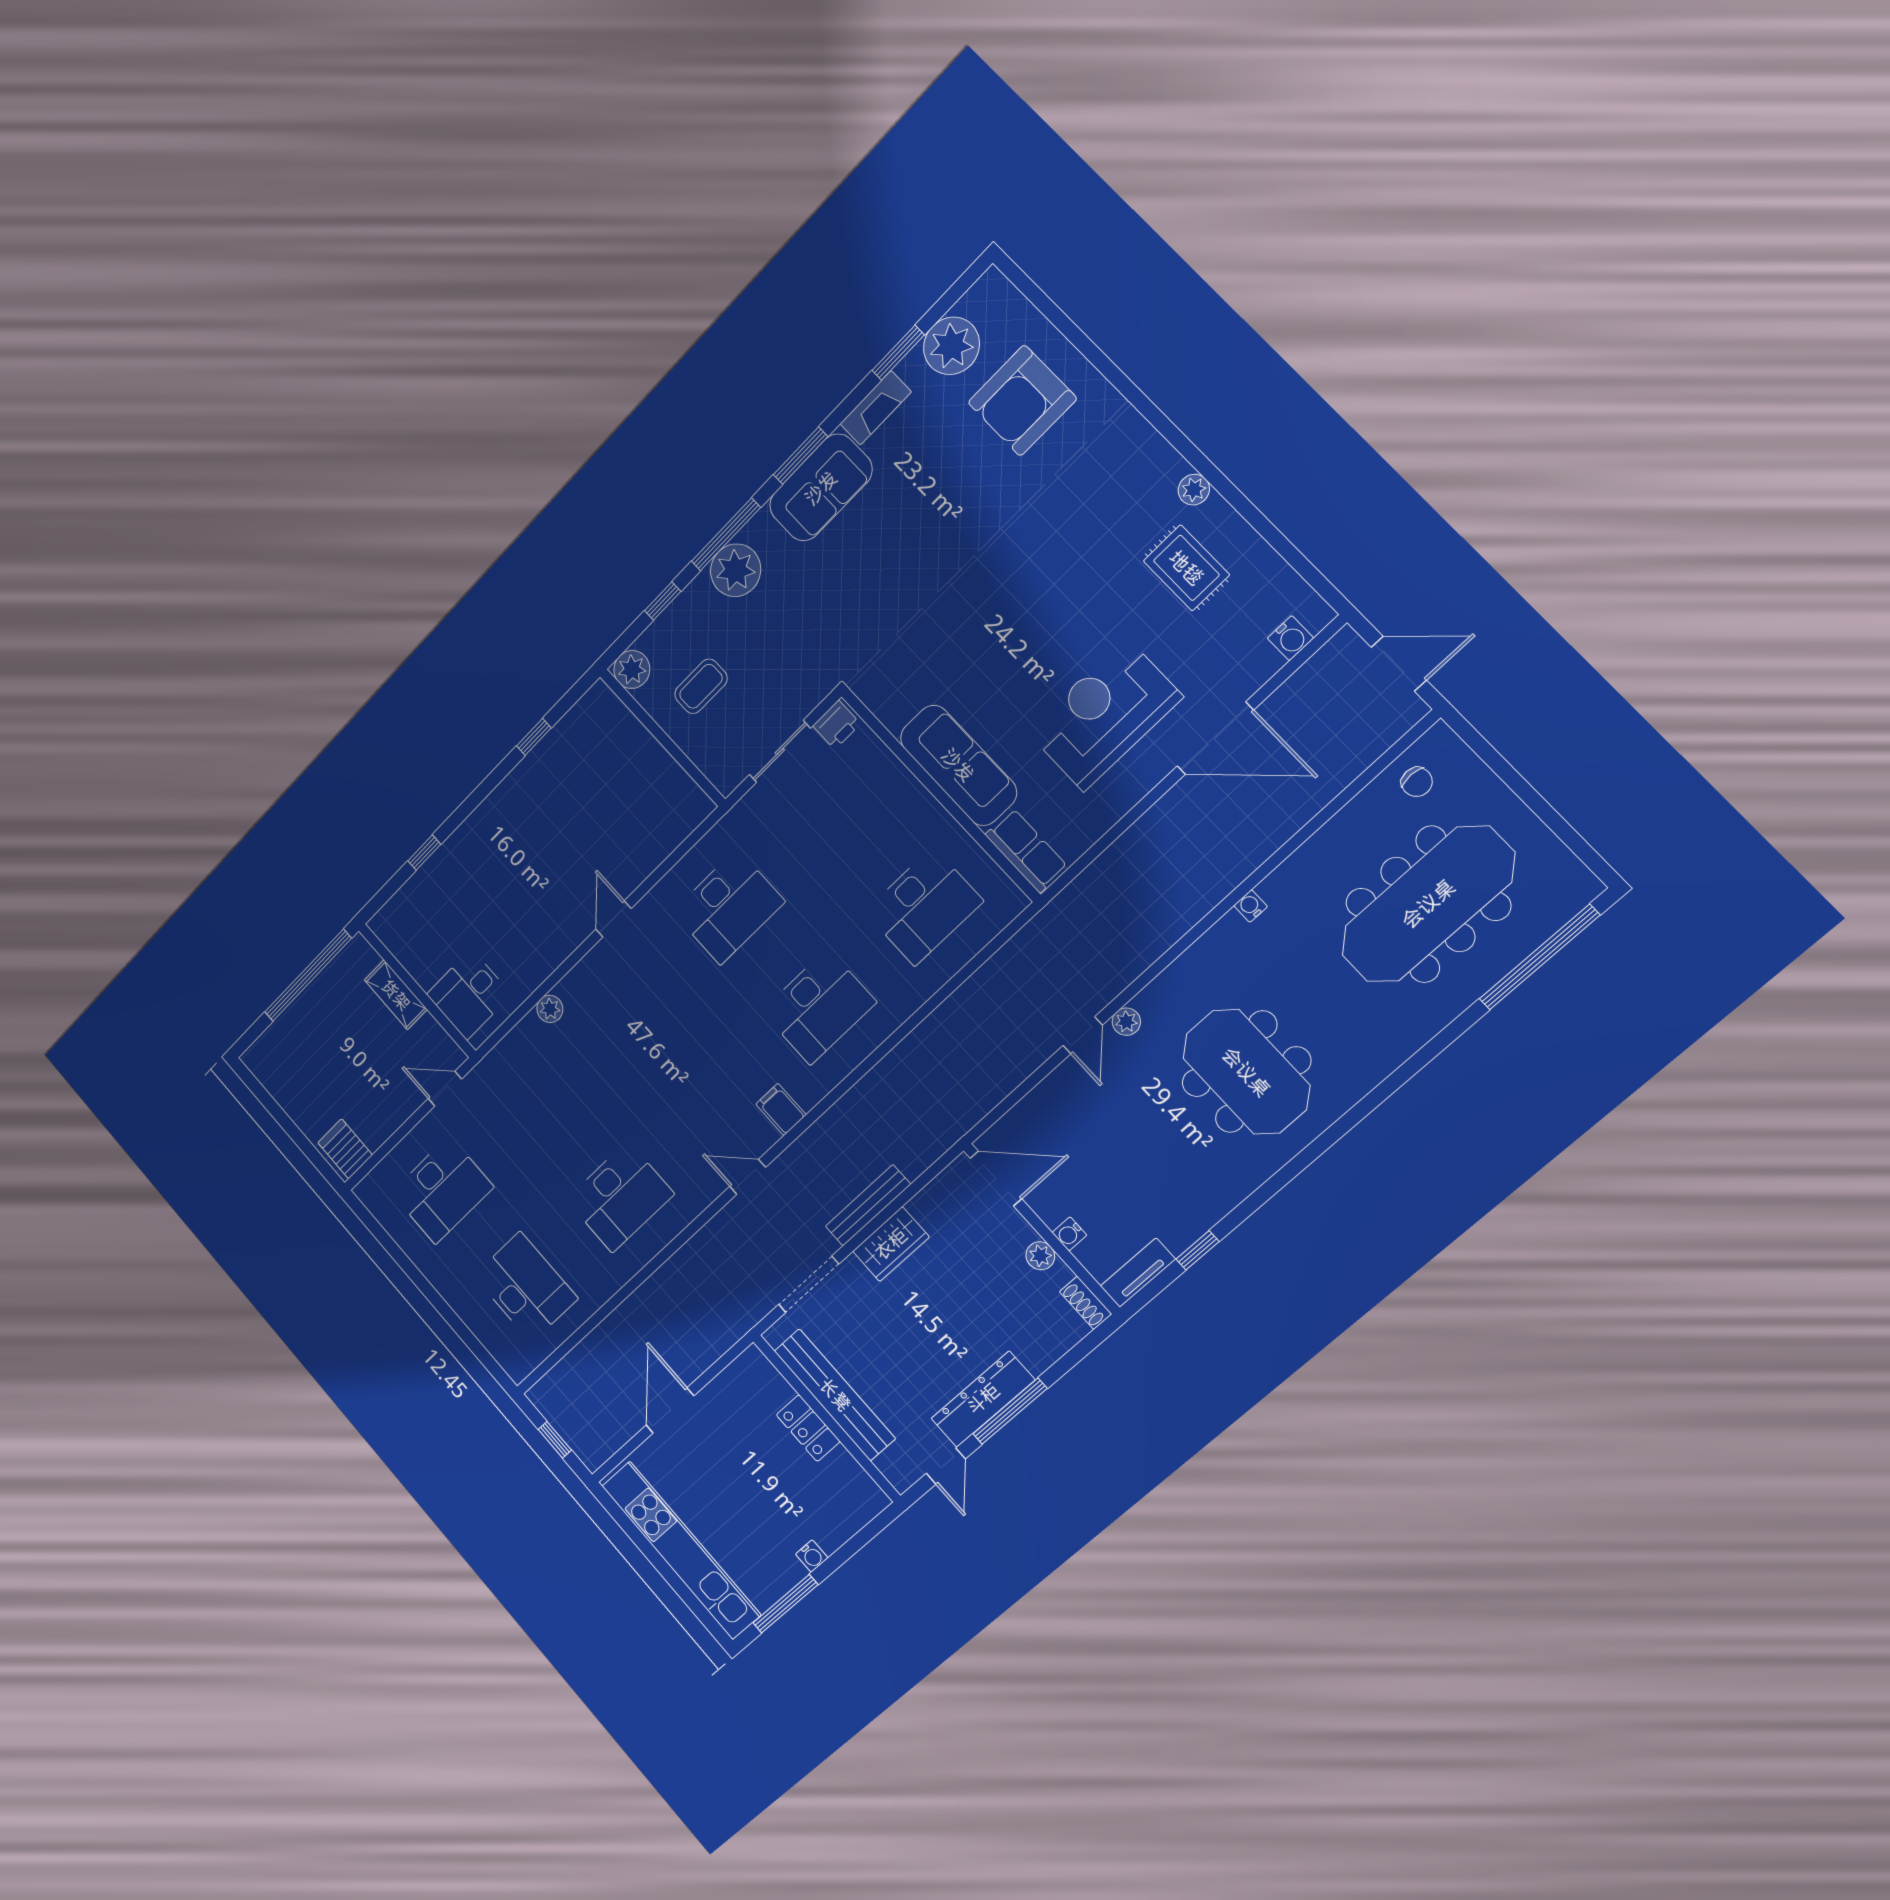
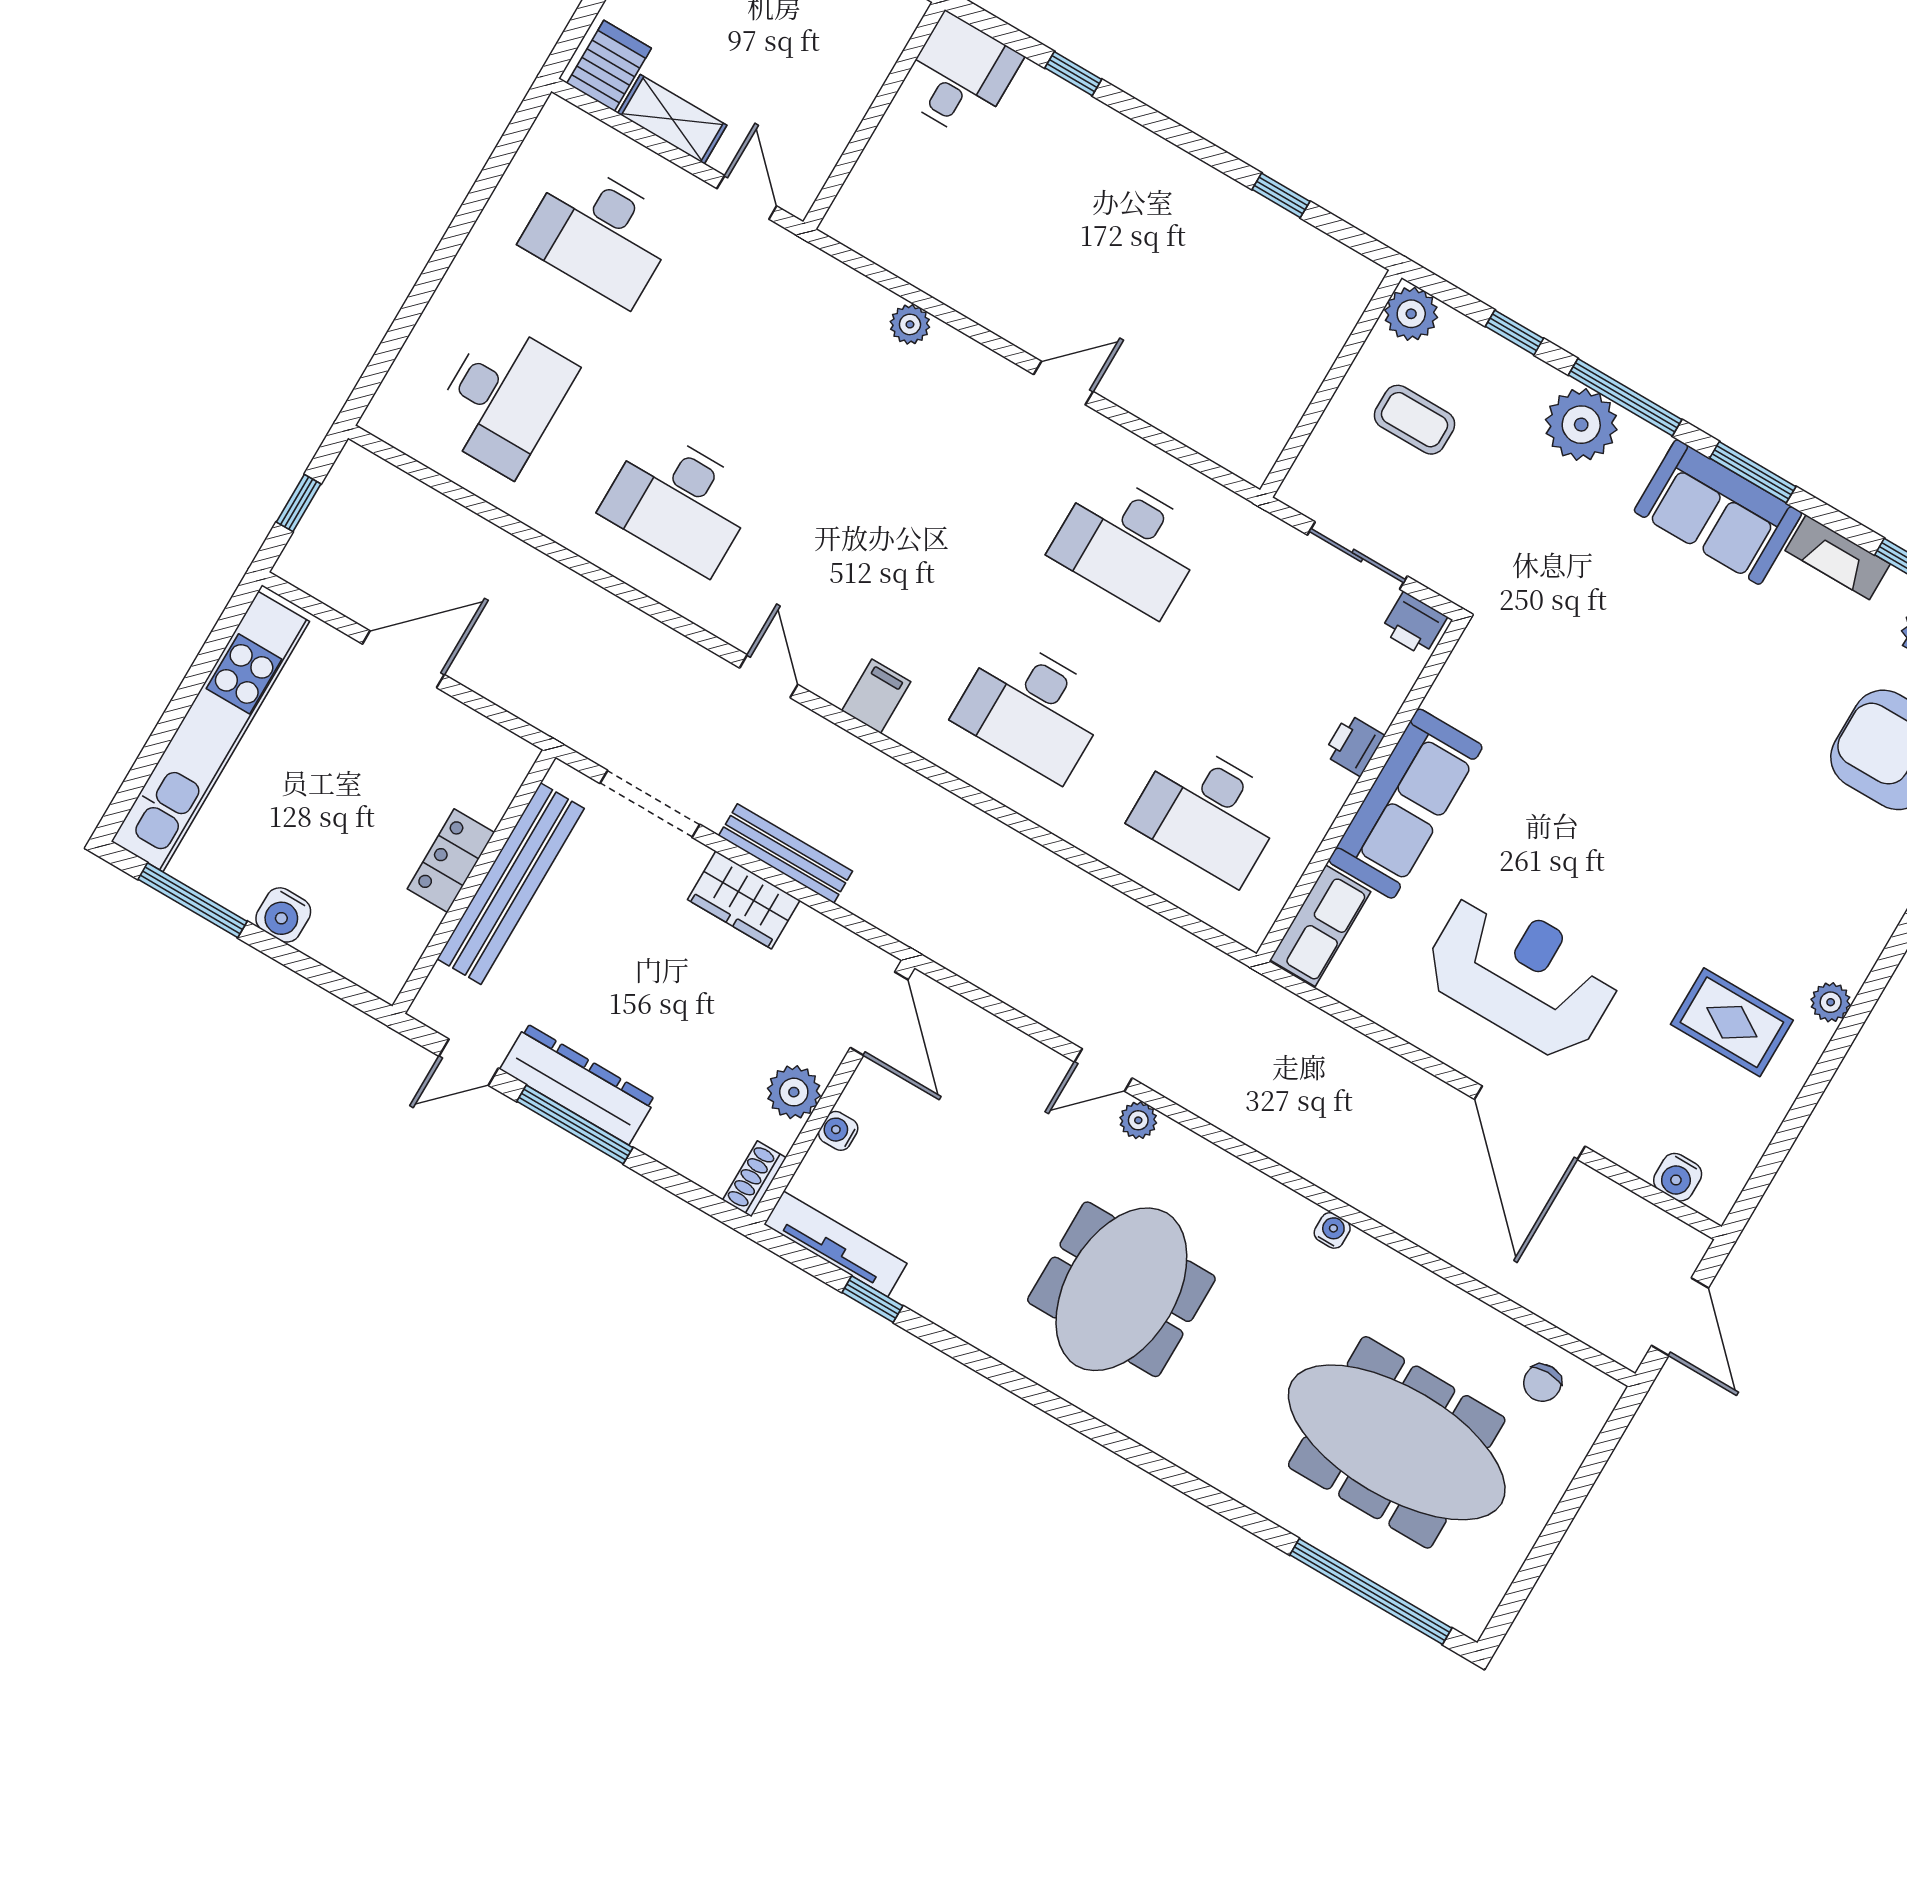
rug: (1186, 568) -> (1732, 1022), turned 90
printer: (907, 791) -> (1354, 745), added
shelving: (396, 995) -> (672, 119), moved, turned 90
desk: (469, 995) -> (960, 76), moved, turned 90
plant: (1040, 1256) -> (794, 1092), width x1.38, depth x1.38
tv unit: (1138, 1273) -> (835, 1244), width x1.41
water cooler: (812, 1556) -> (283, 915), width x1.38, depth x1.38

